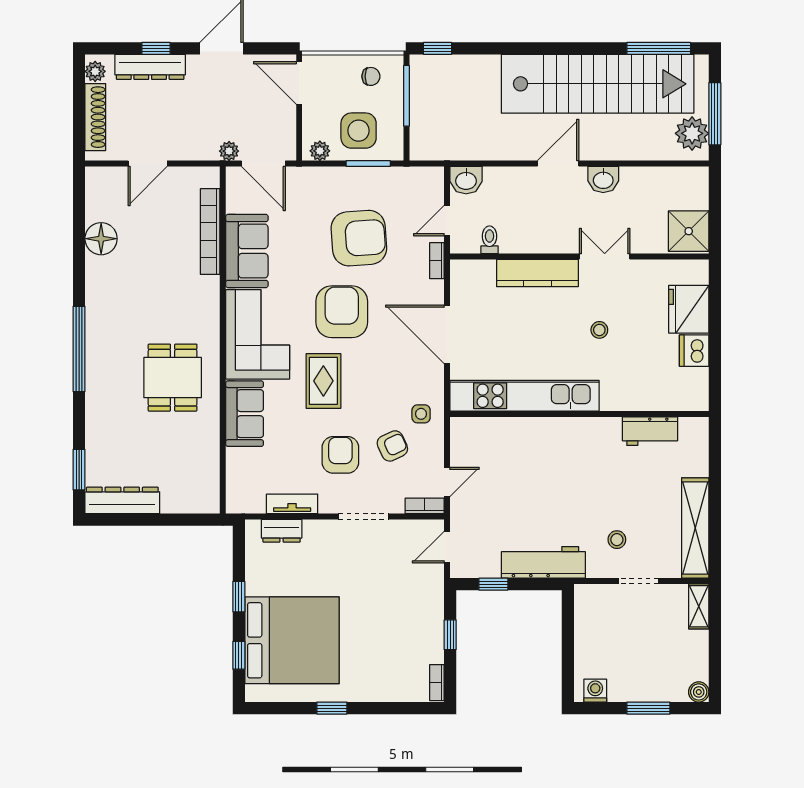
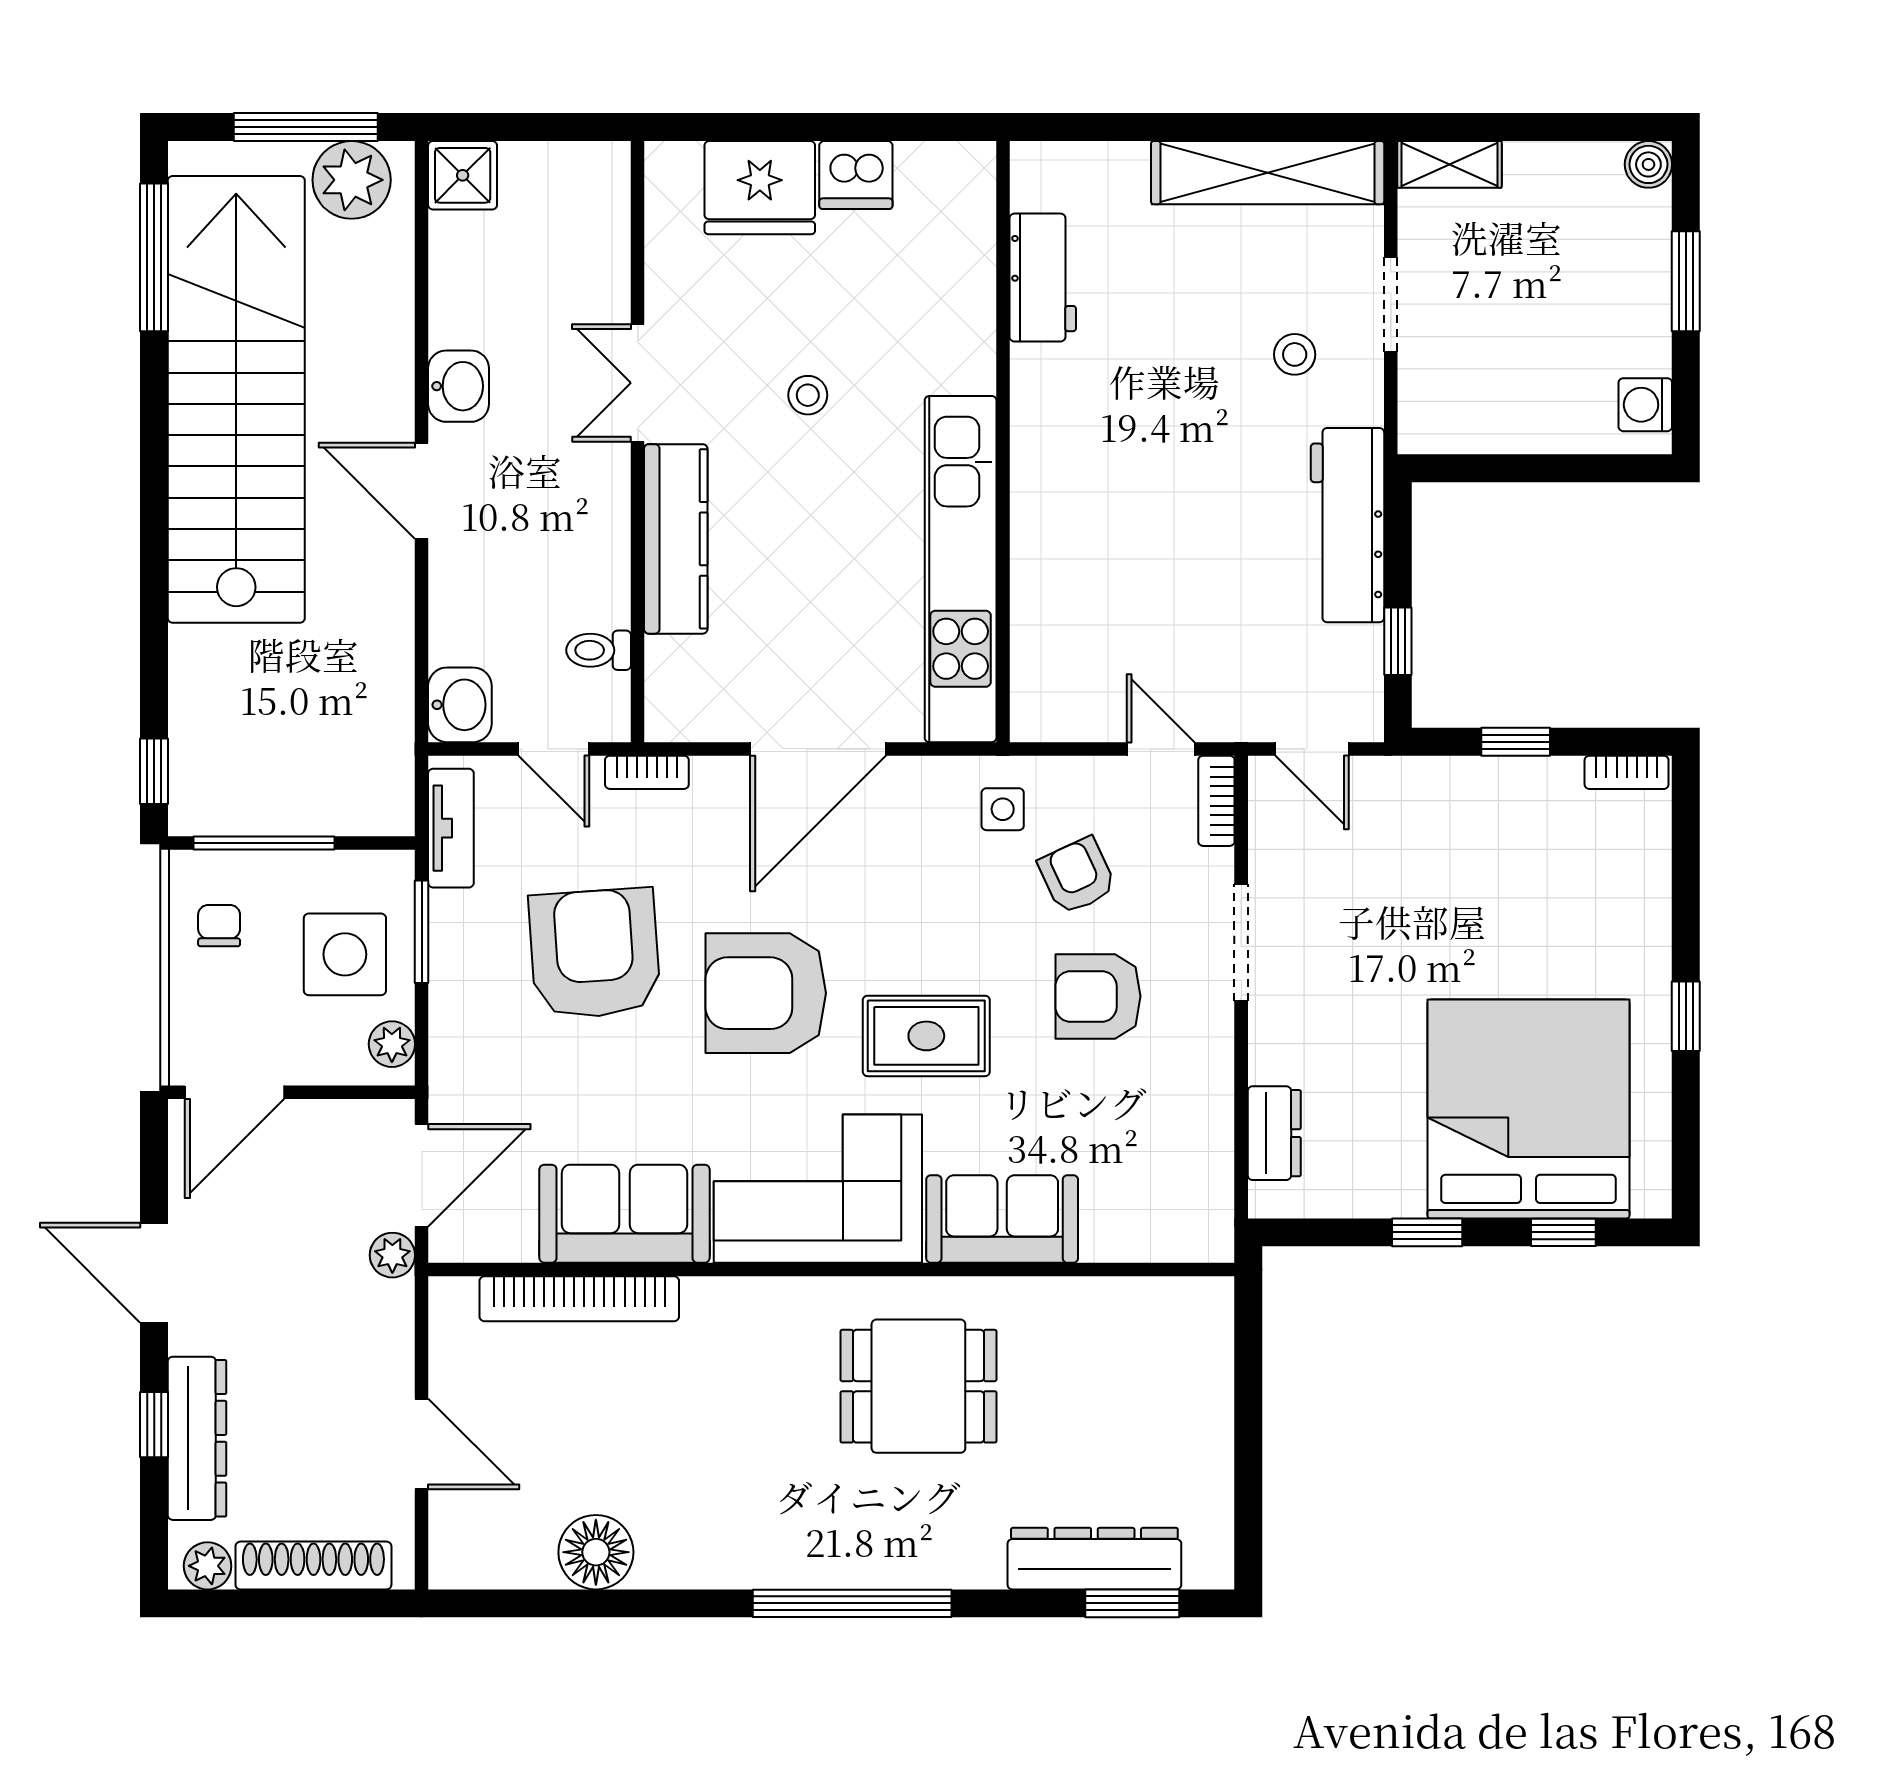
shower: (689, 231) -> (463, 175), moved, width x0.73, depth x0.73
dresser: (122, 500) -> (1094, 1559), moved, turned 90
tv unit: (292, 504) -> (451, 828), moved, turned 180

